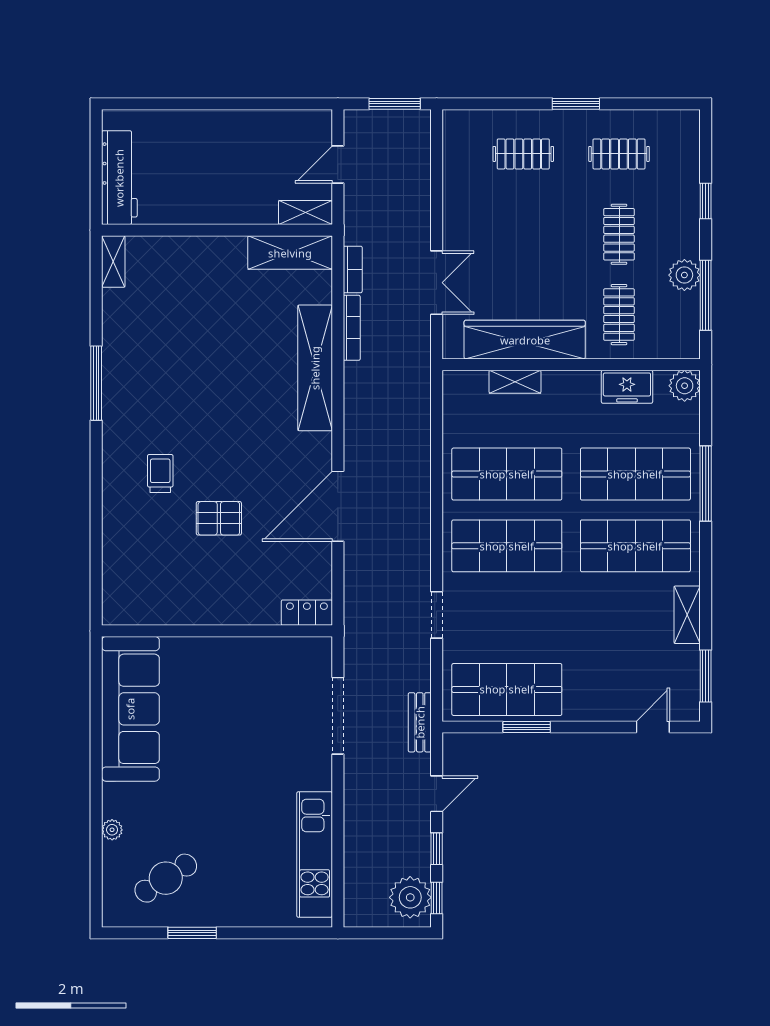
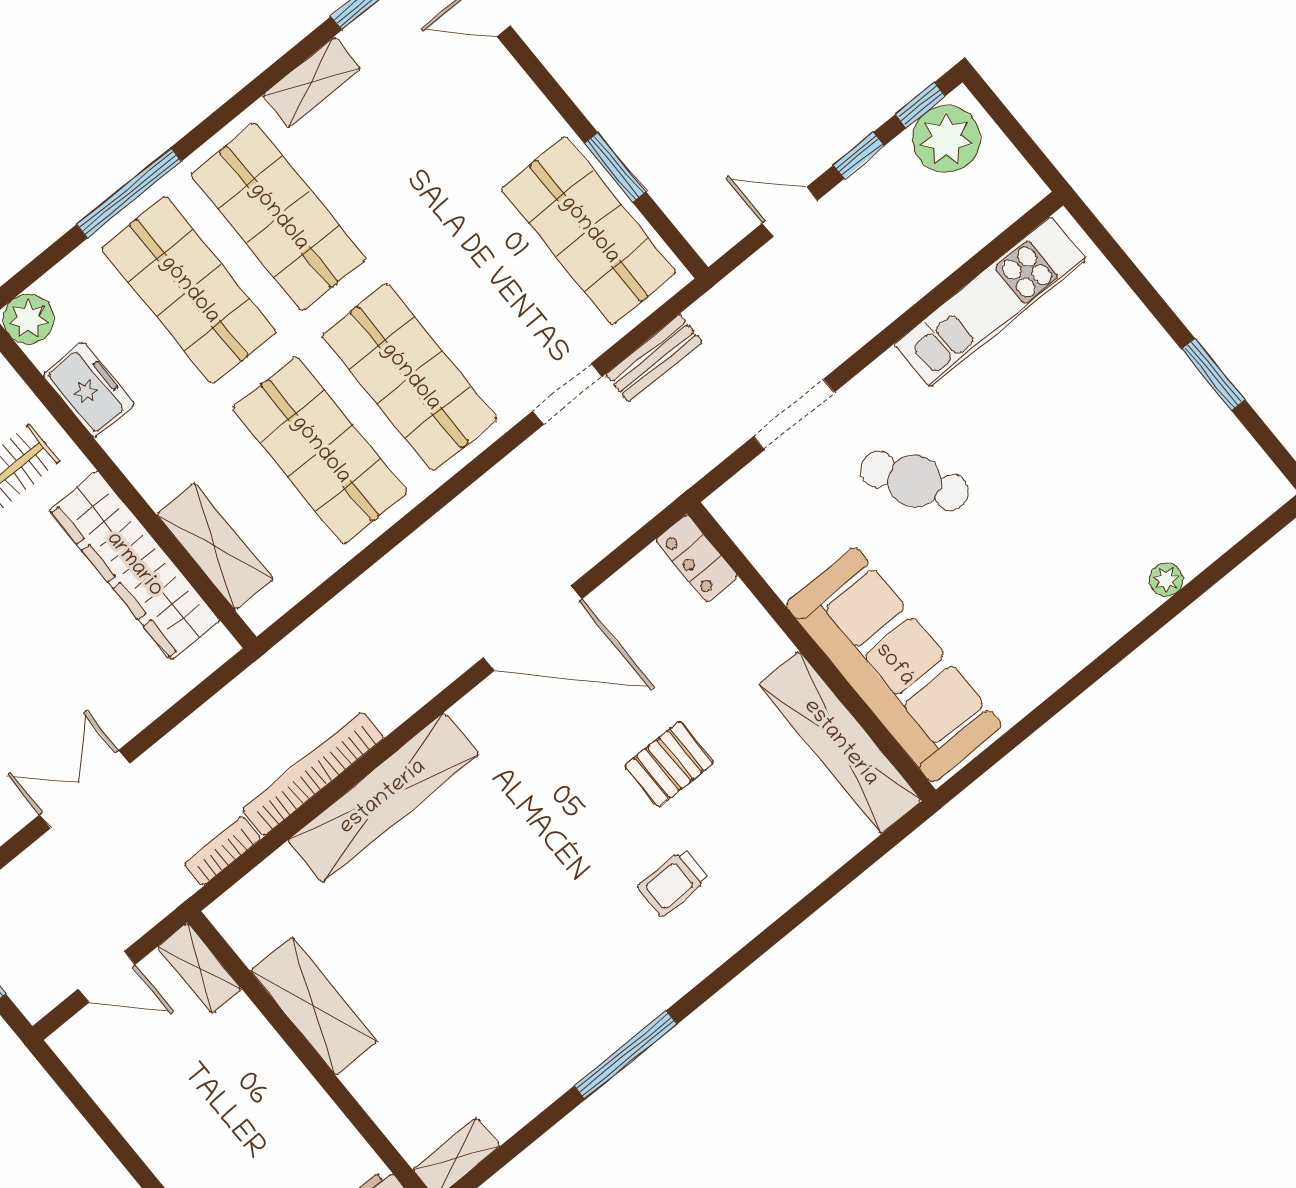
shelving: (290, 253) -> (314, 1006), moved
double door: (437, 283) -> (85, 789), moved
bookcase: (352, 328) -> (313, 774), width x1.48, depth x1.31
shelving: (515, 382) -> (215, 546), width x1.50, depth x1.33
pallet: (219, 518) -> (669, 764), turned 90
shelving: (162, 609) -> (840, 743), added
sofa: (130, 709) -> (894, 665), moved, turned 90
doorway: (338, 716) -> (794, 414), width x0.73
bench: (420, 722) -> (654, 358), moved
cafe table: (166, 878) -> (915, 481), moved

